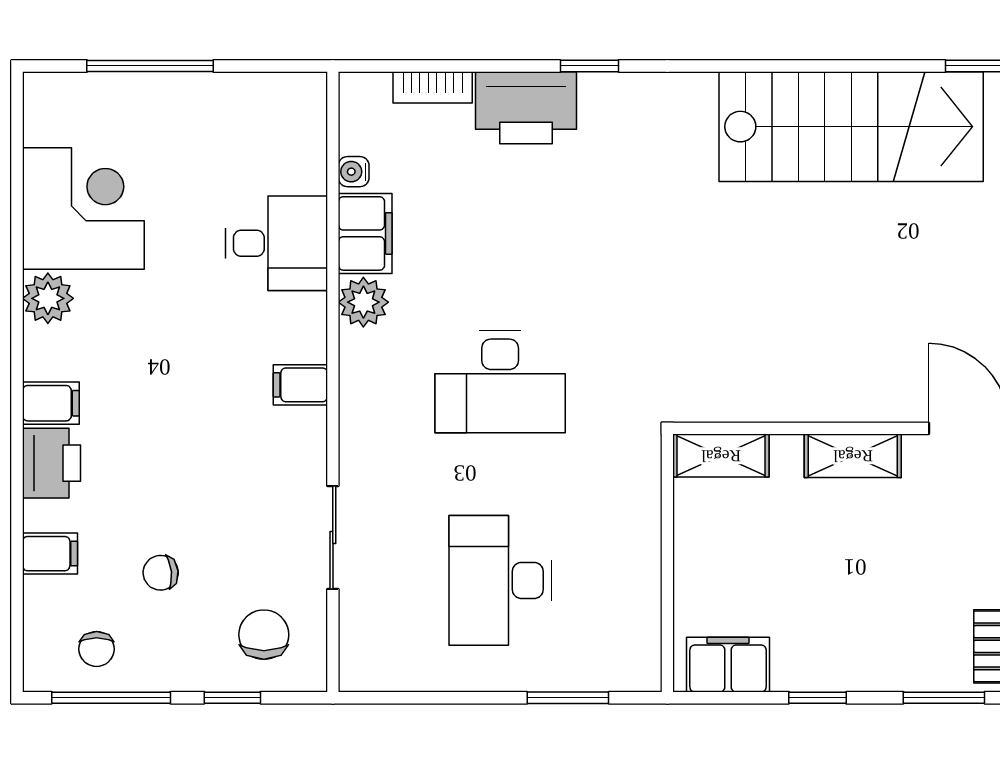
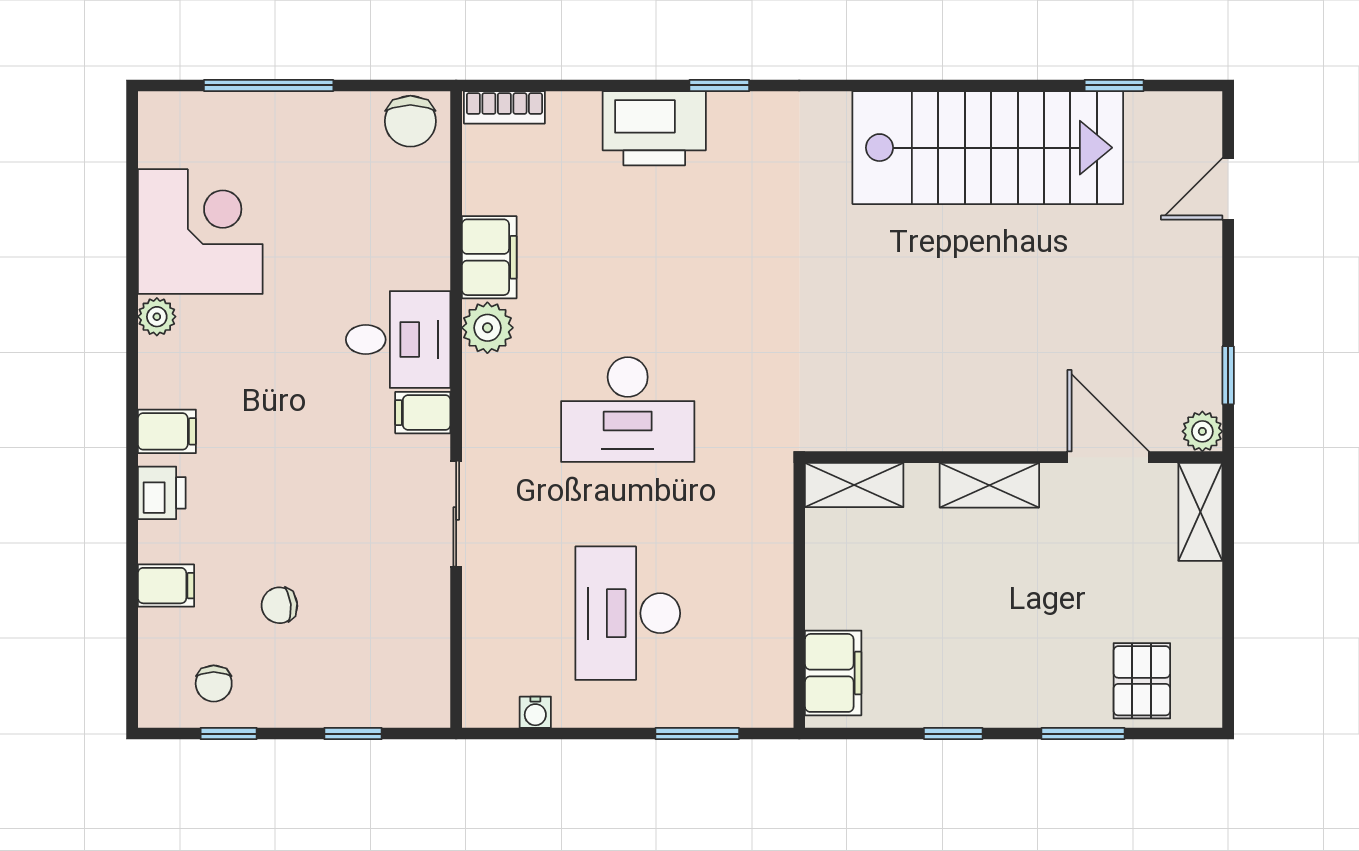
bookcase: (433, 87) -> (504, 107), moved
water cooler: (354, 172) -> (535, 712), moved, turned -90
desk: (276, 243) -> (398, 340), moved
plant: (48, 298) -> (157, 317), width x0.73, depth x0.73
printer: (52, 463) -> (162, 493), width x0.73, depth x0.81
sliding door: (333, 537) -> (456, 514), moved
chair: (264, 635) -> (410, 121), moved, turned 180
filing cabinet: (728, 665) -> (833, 673), moved, turned 90
window: (111, 698) -> (229, 734), width x0.46

